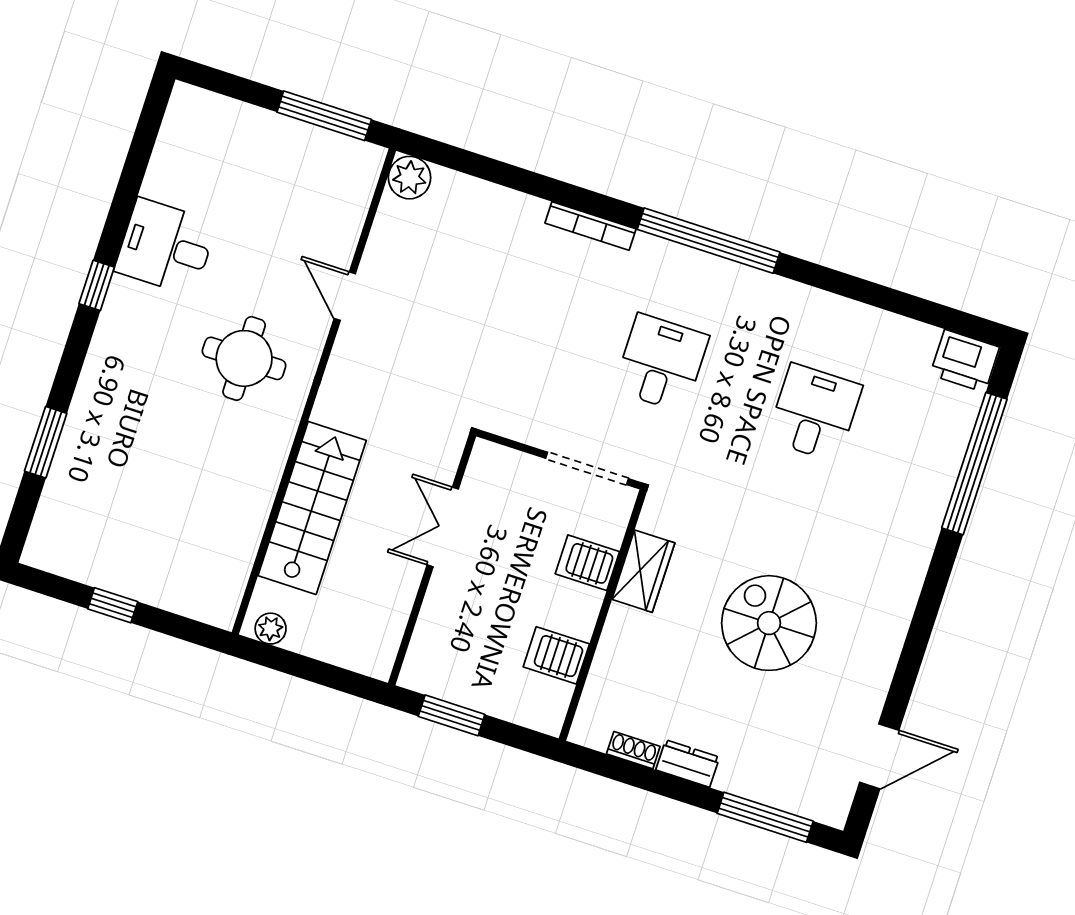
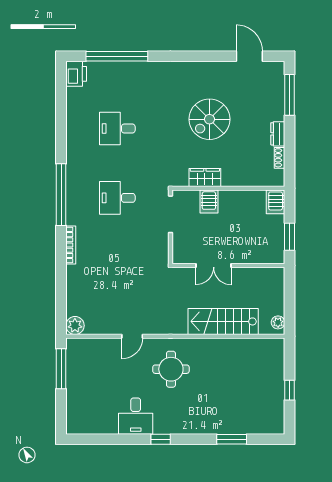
server rack: (556, 655) -> (276, 202), moved

